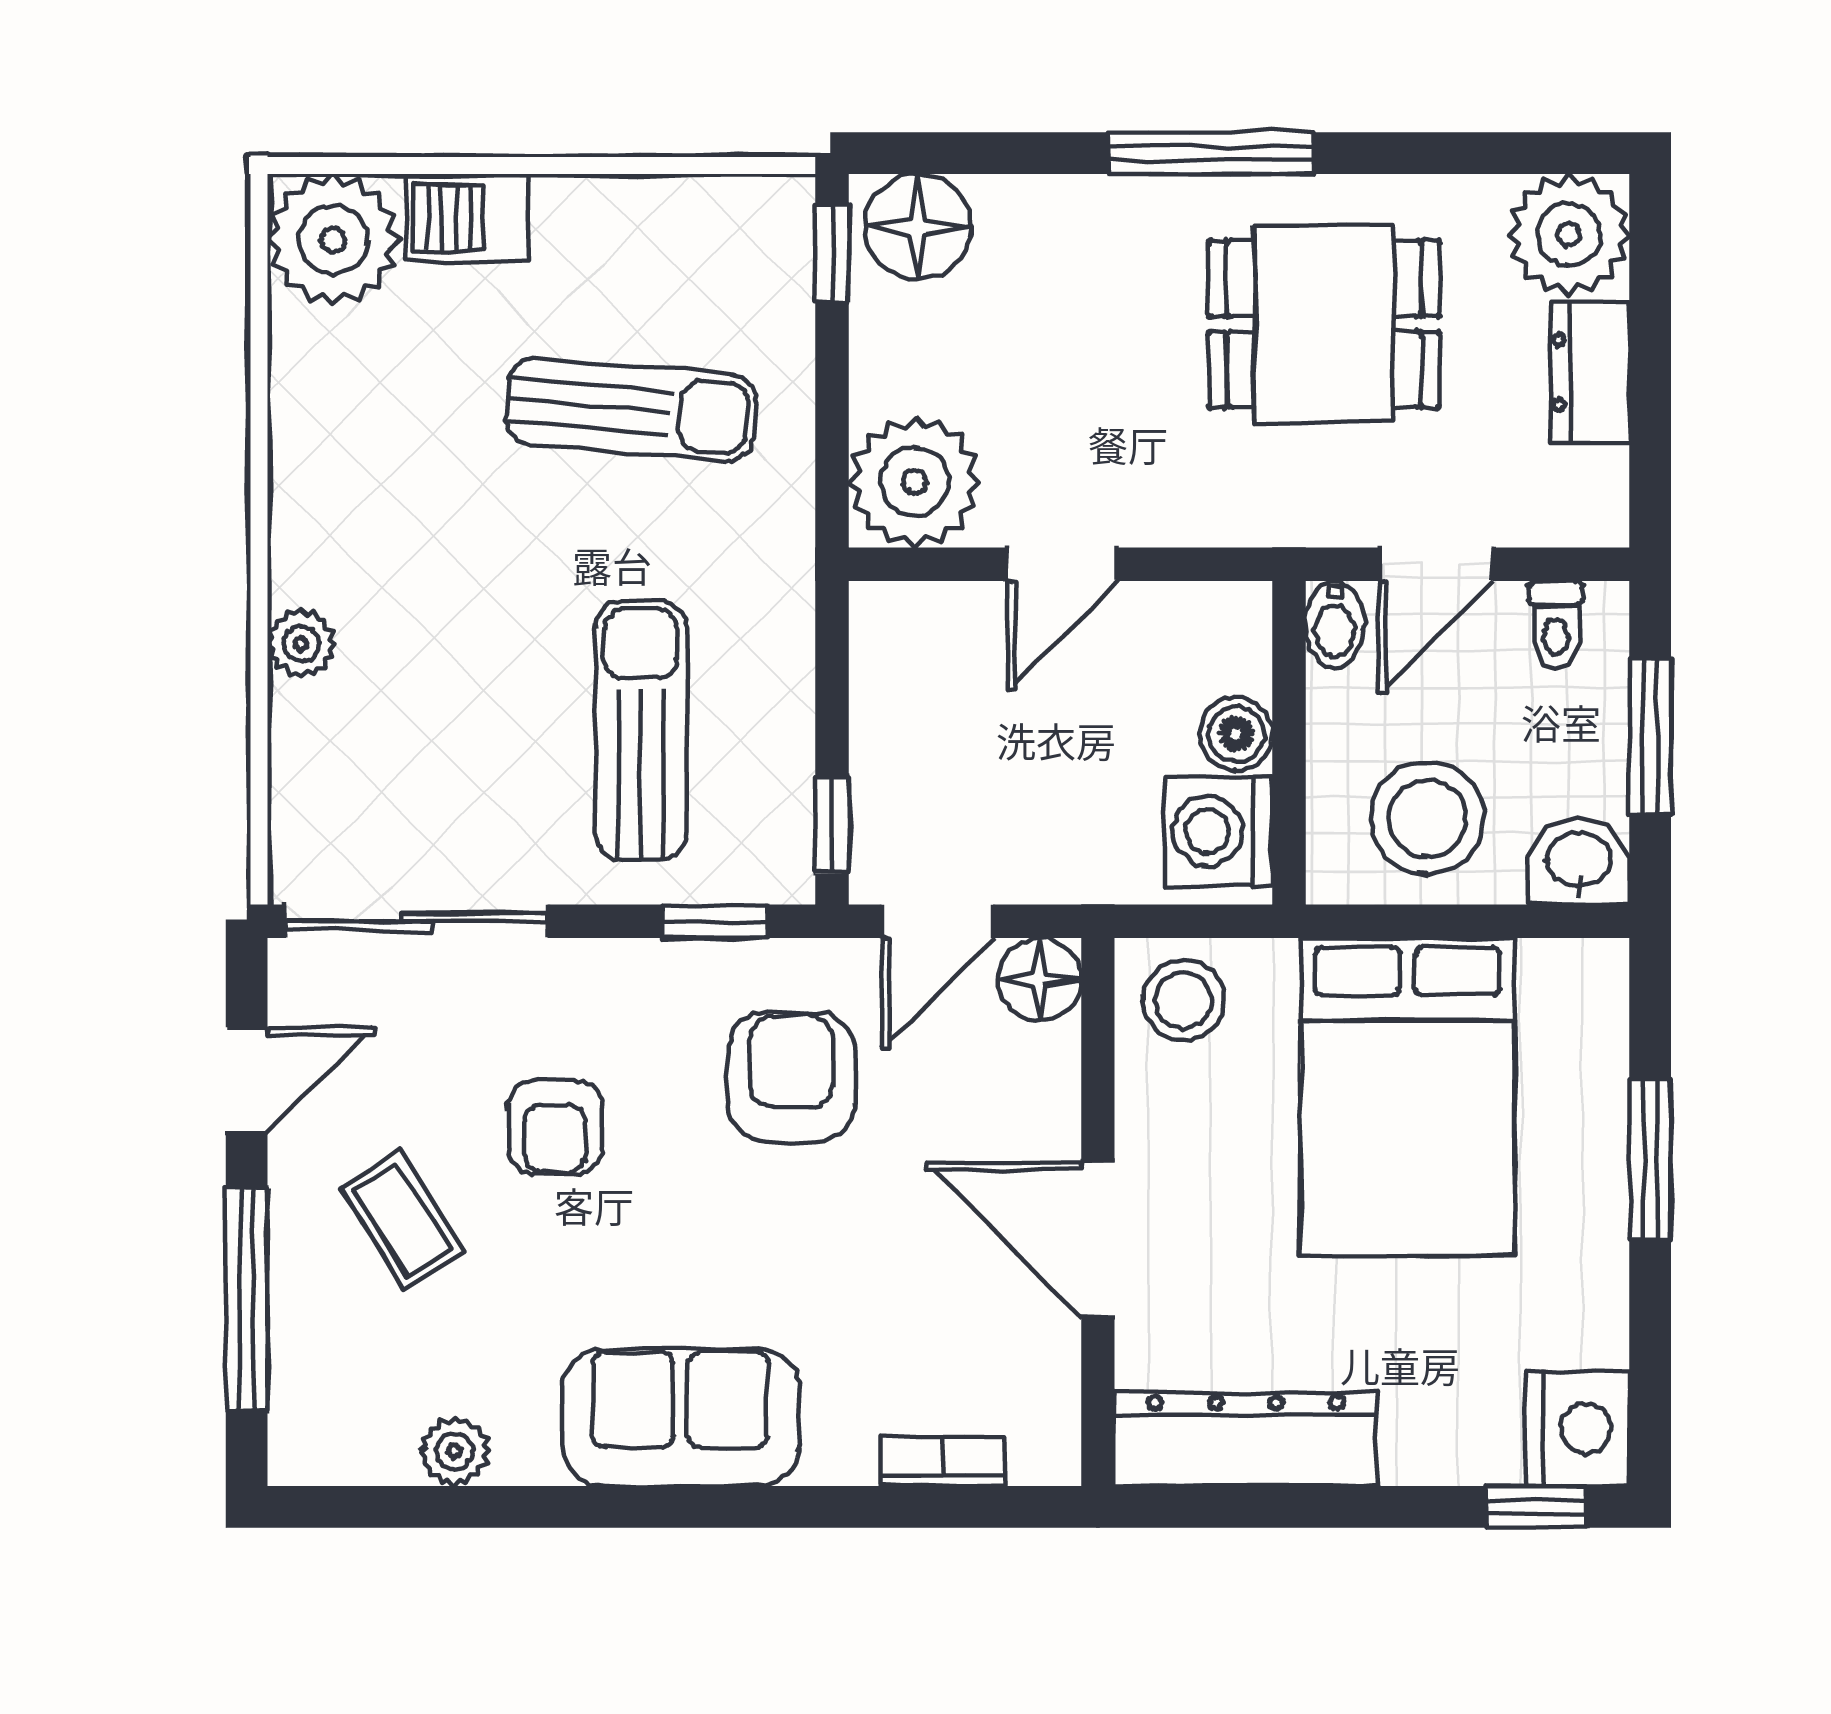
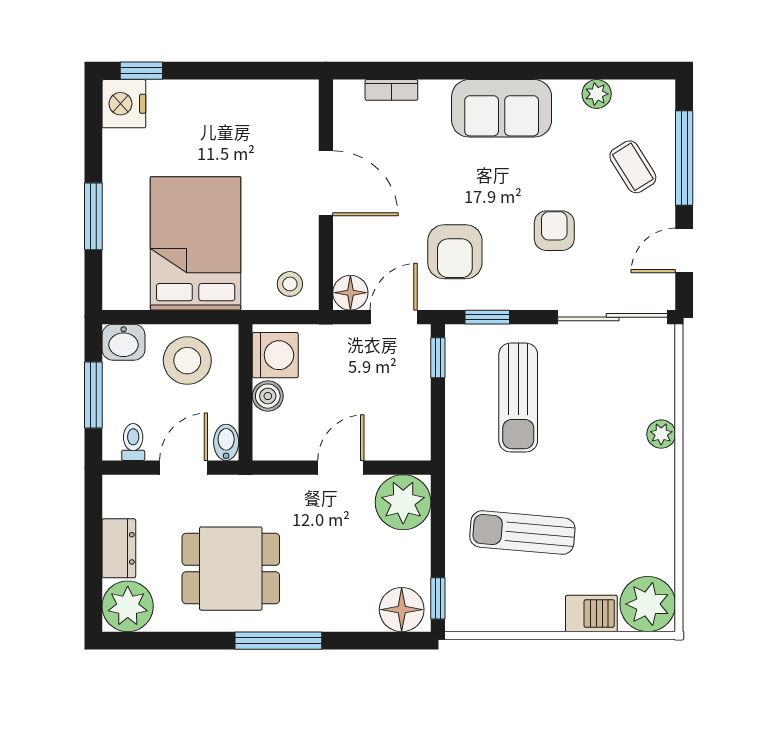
stool: (1183, 1000) -> (290, 284), width x0.73, depth x0.73
coffee table: (402, 1220) -> (633, 167), moved
dresser: (1246, 1439) -> (264, 99), removed

